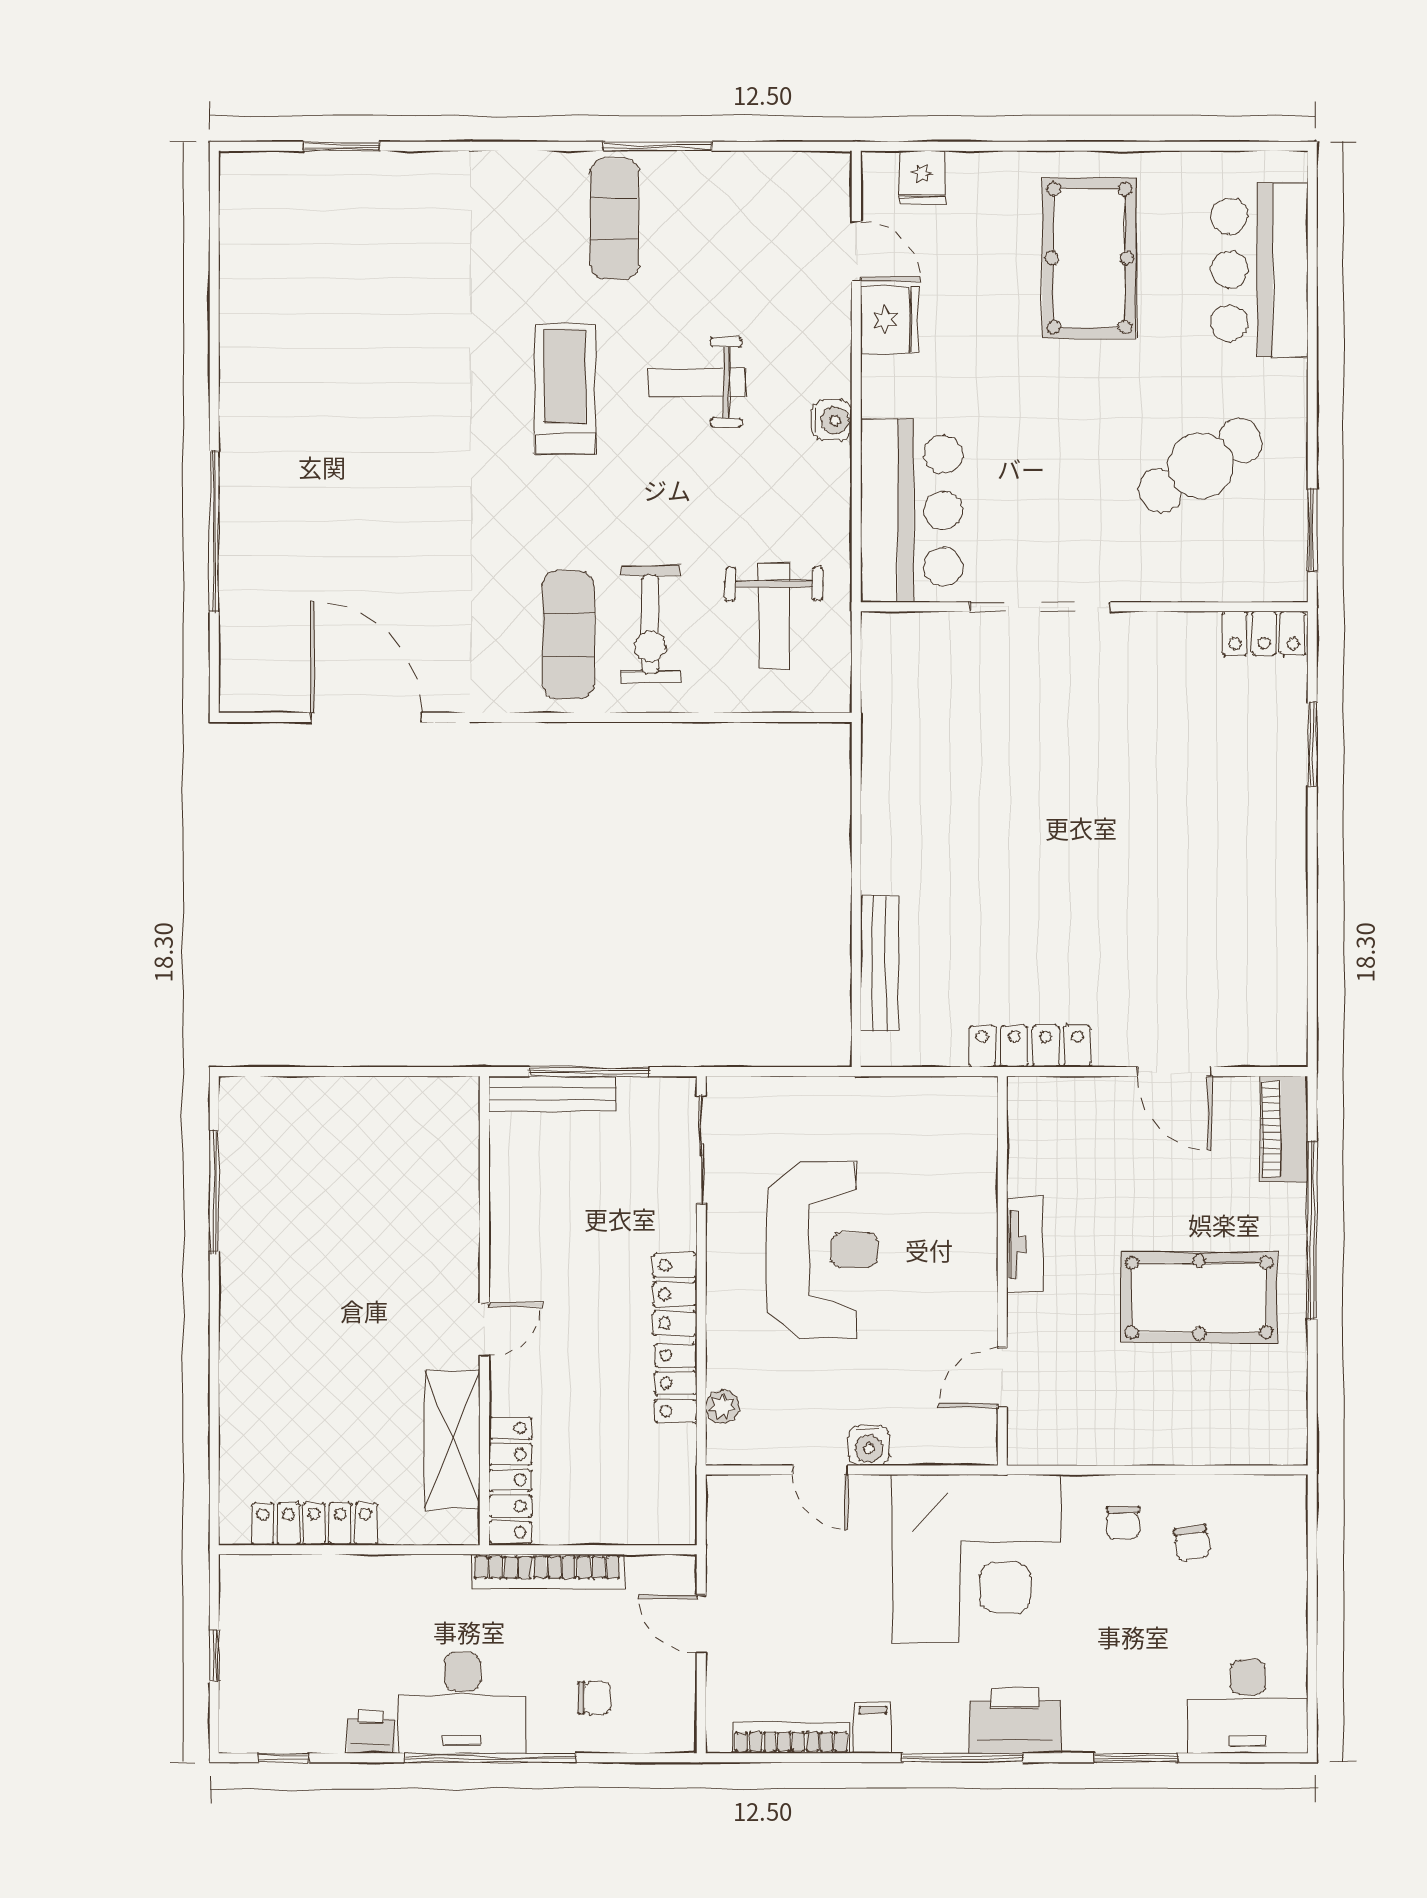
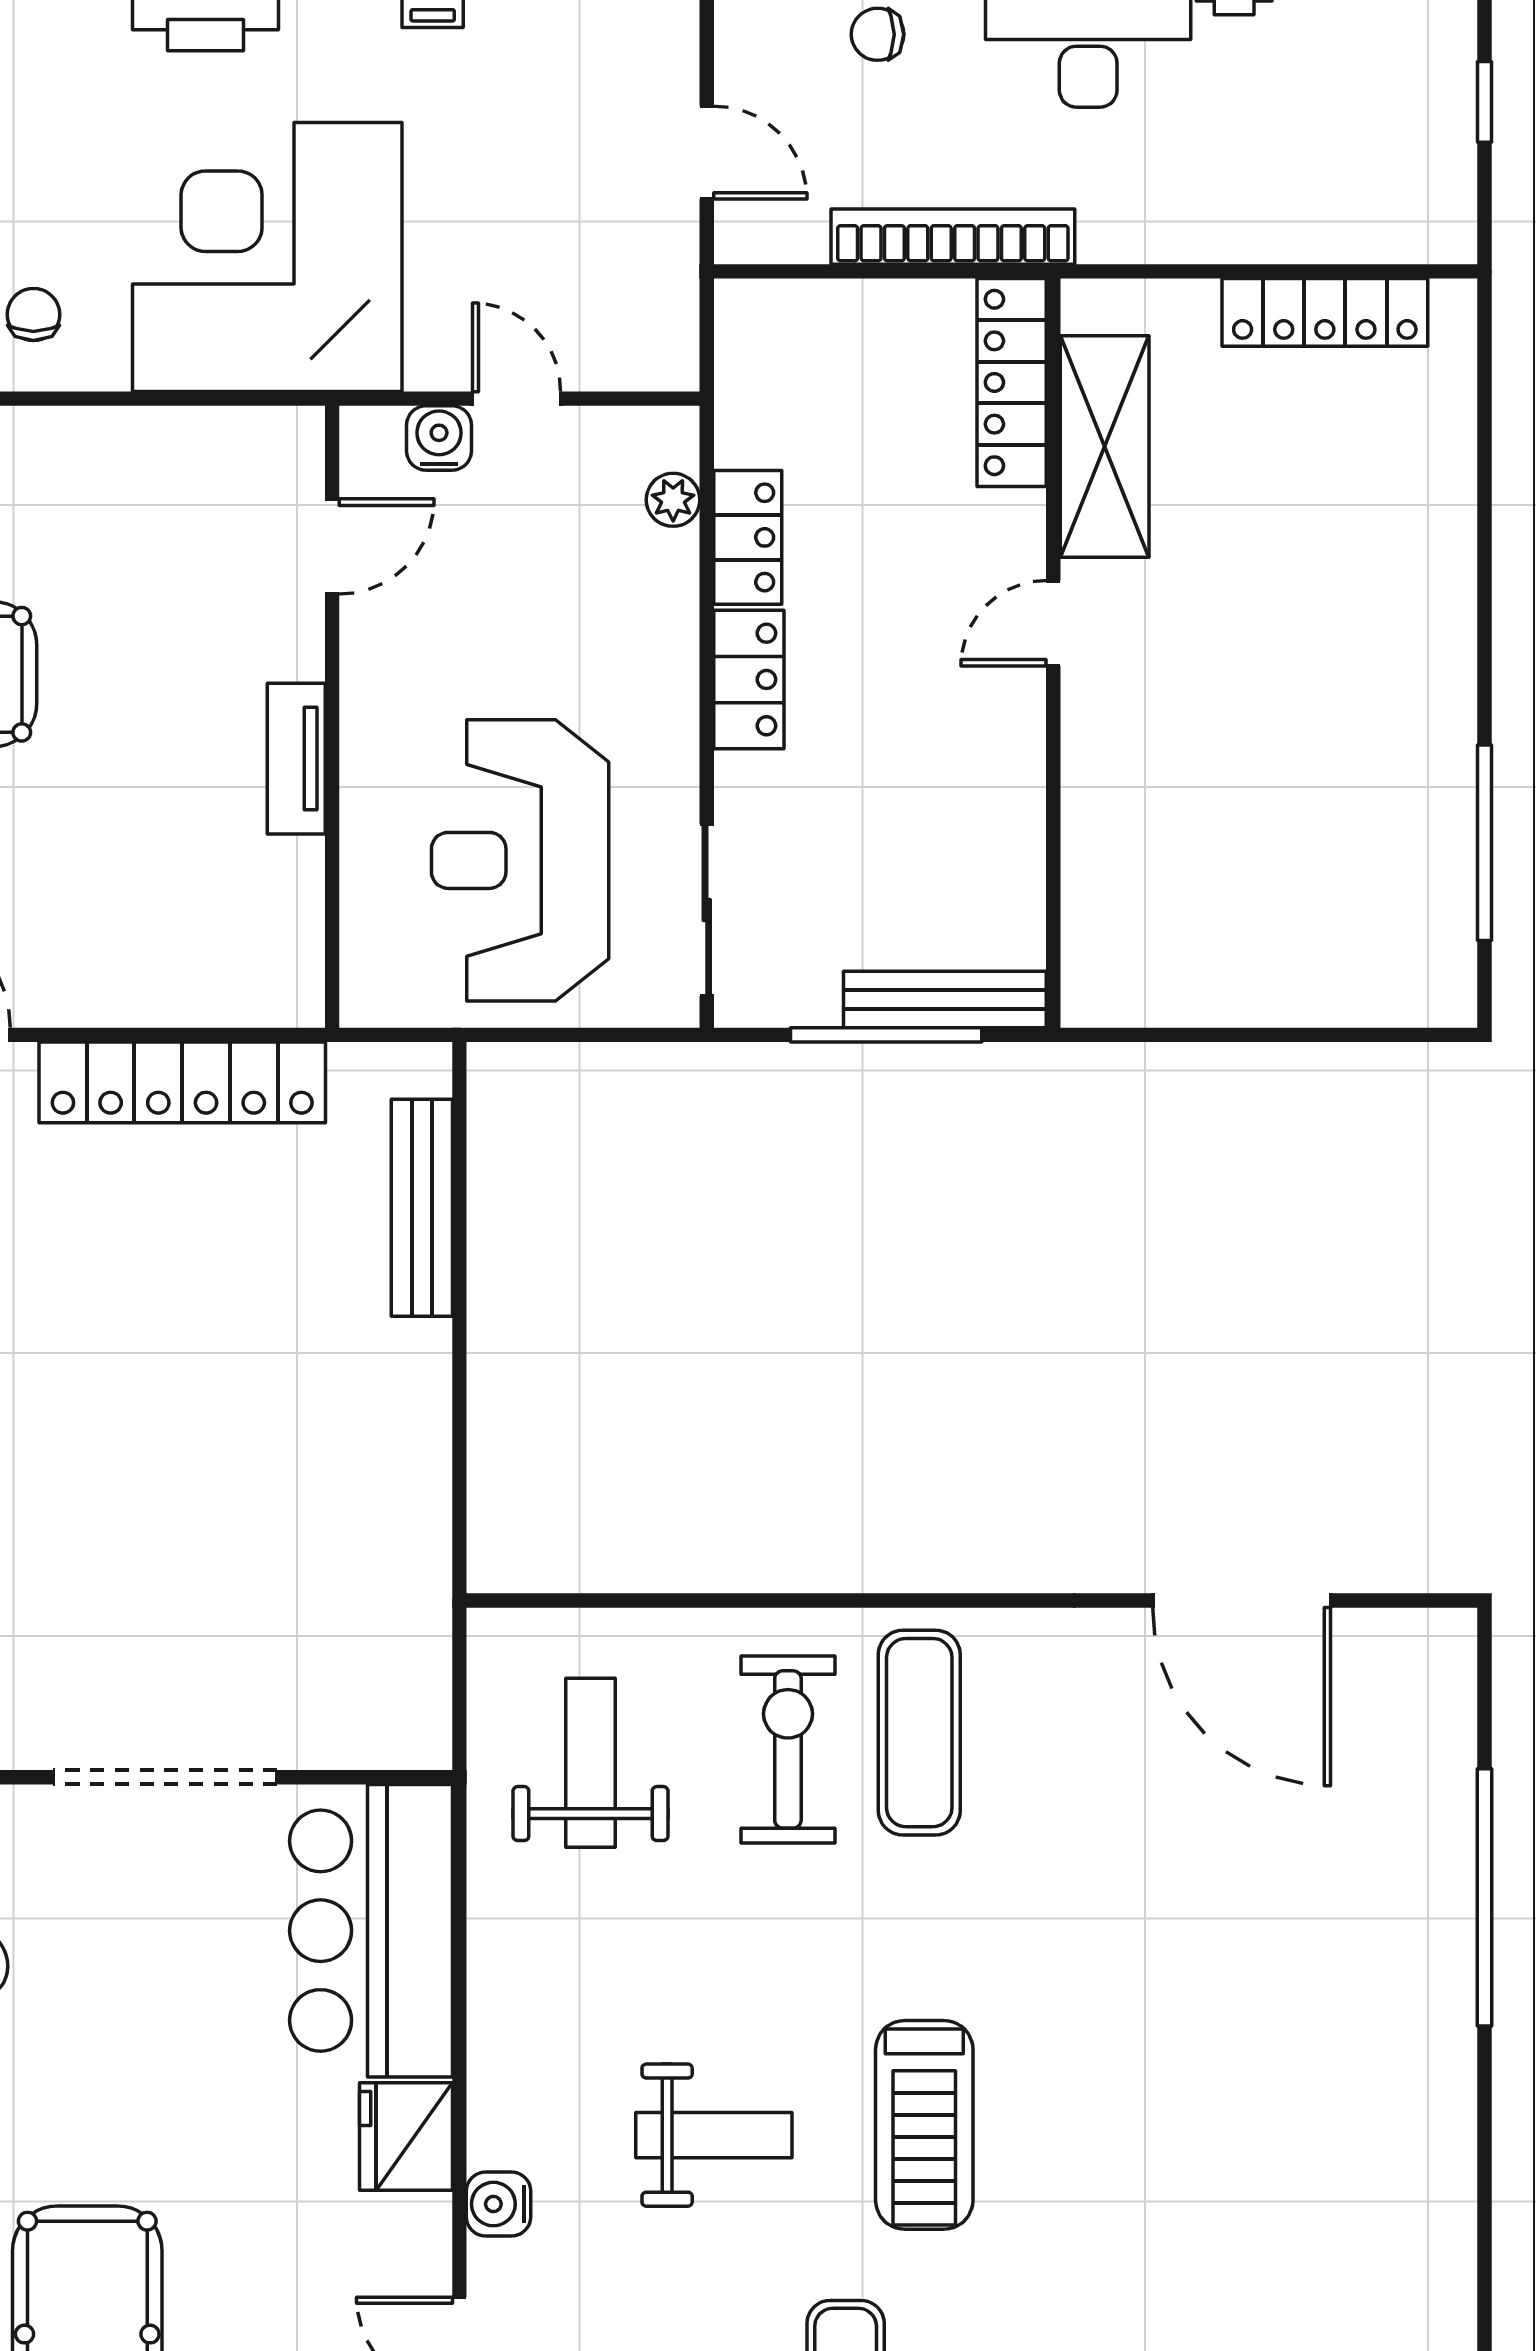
fridge: (890, 320) -> (406, 2137), moved
water cooler: (832, 420) -> (499, 2204), moved
locker: (1030, 1046) -> (182, 1082), width x1.41, depth x1.21
tv unit: (1025, 1245) -> (296, 759), moved
reception desk: (822, 1250) -> (520, 860), moved
wall: (1002, 1271) -> (332, 717), moved
door: (1002, 1377) -> (332, 546), moved

